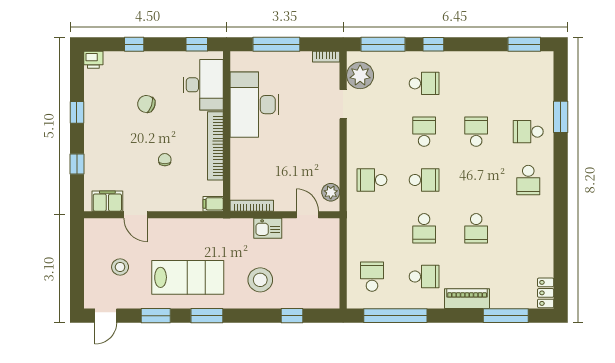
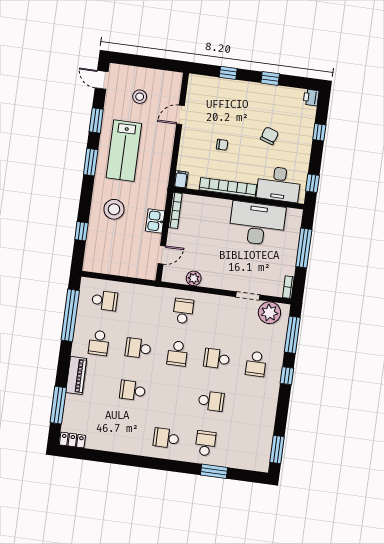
school desk: (424, 132) -> (217, 359), turned 180
plant: (331, 192) -> (194, 278), moved
filing cabinet: (107, 201) -> (195, 94), removed

